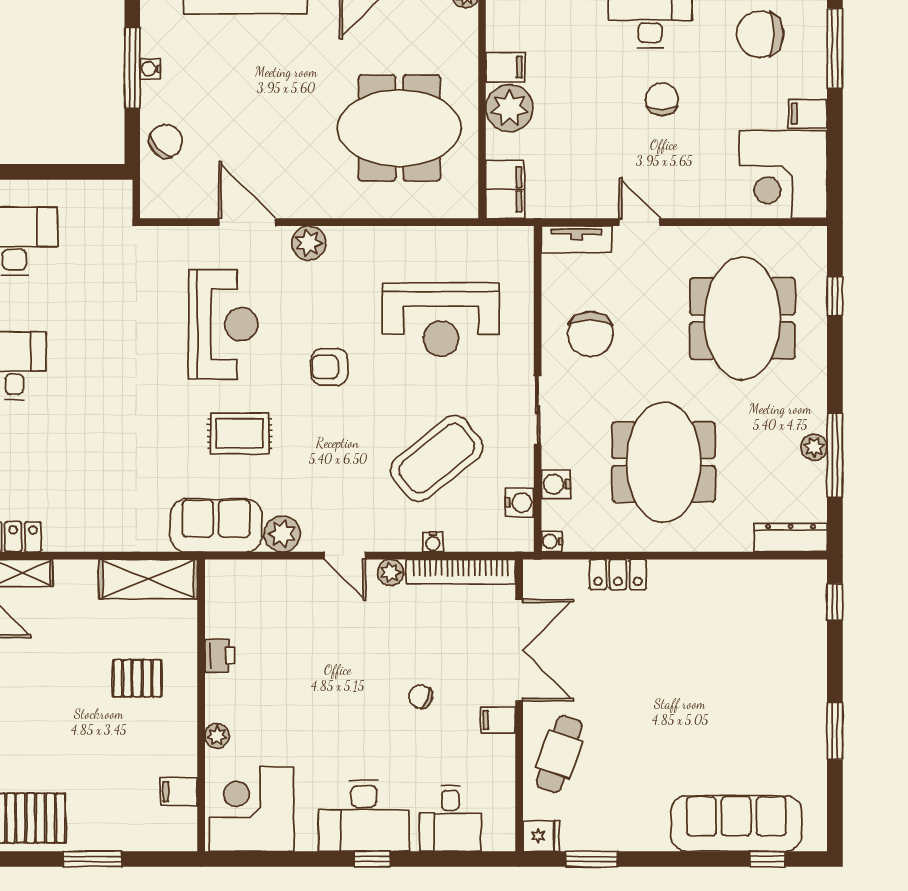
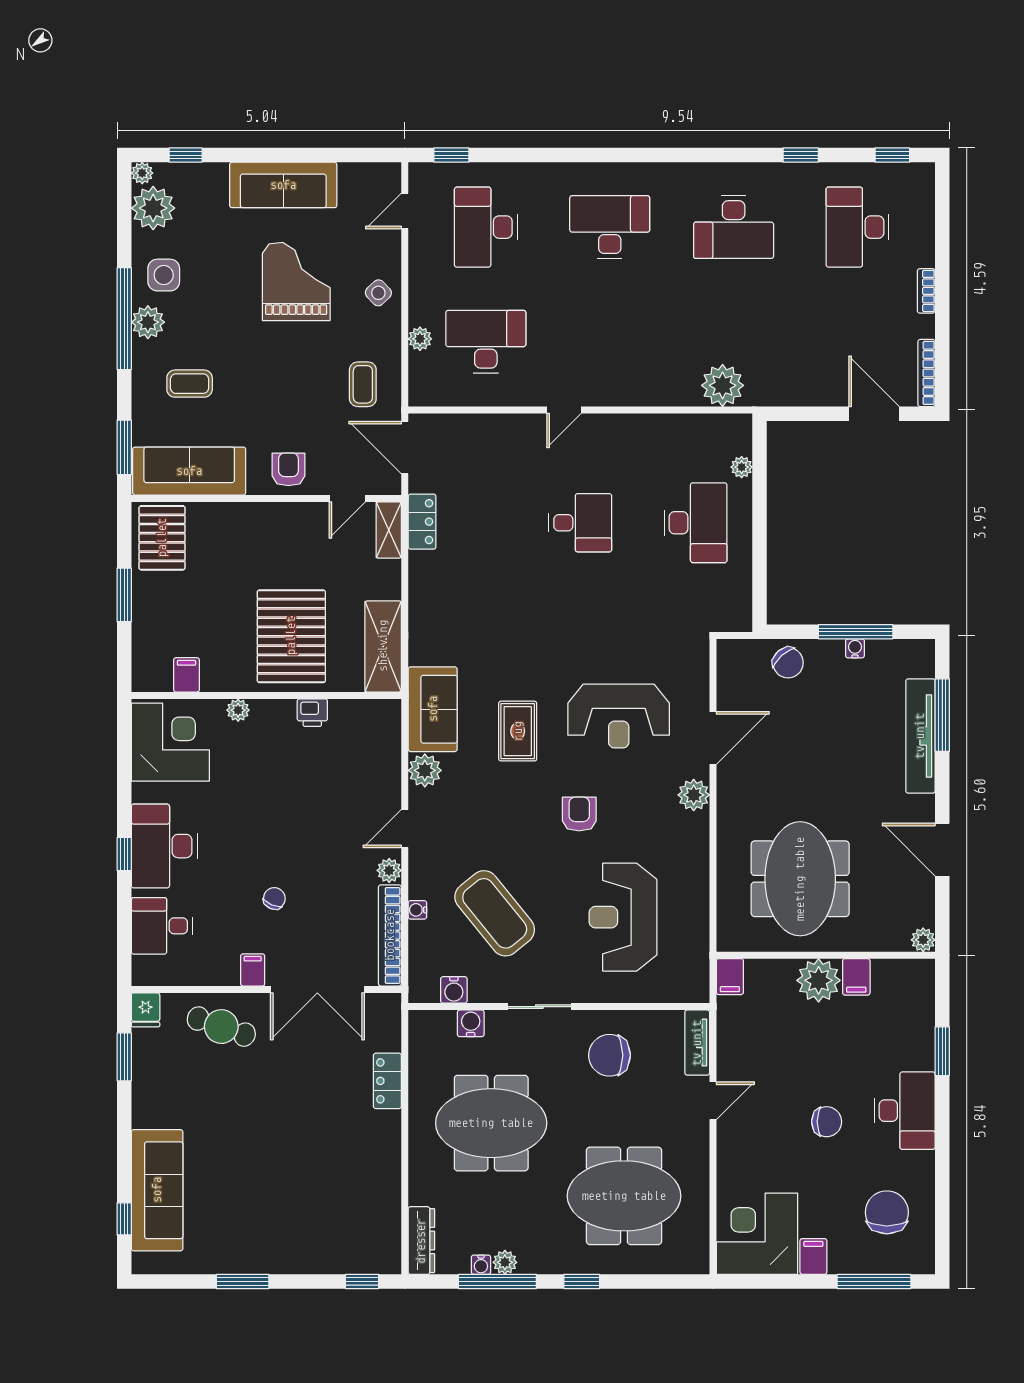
filing cabinet: (505, 189) -> (730, 977), width x0.50
window: (835, 296) -> (582, 1281), moved
water cooler: (552, 541) -> (481, 1265), moved, turned 180
pallet: (137, 678) -> (291, 636), width x2.05, depth x2.00

